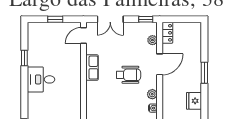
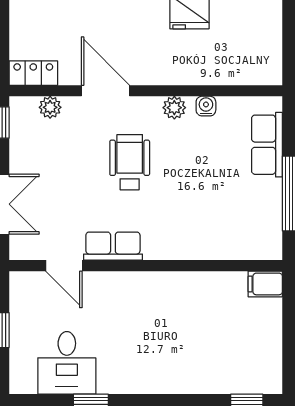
door: (83, 35) -> (64, 266), moved
desk: (41, 79) -> (67, 363), moved

